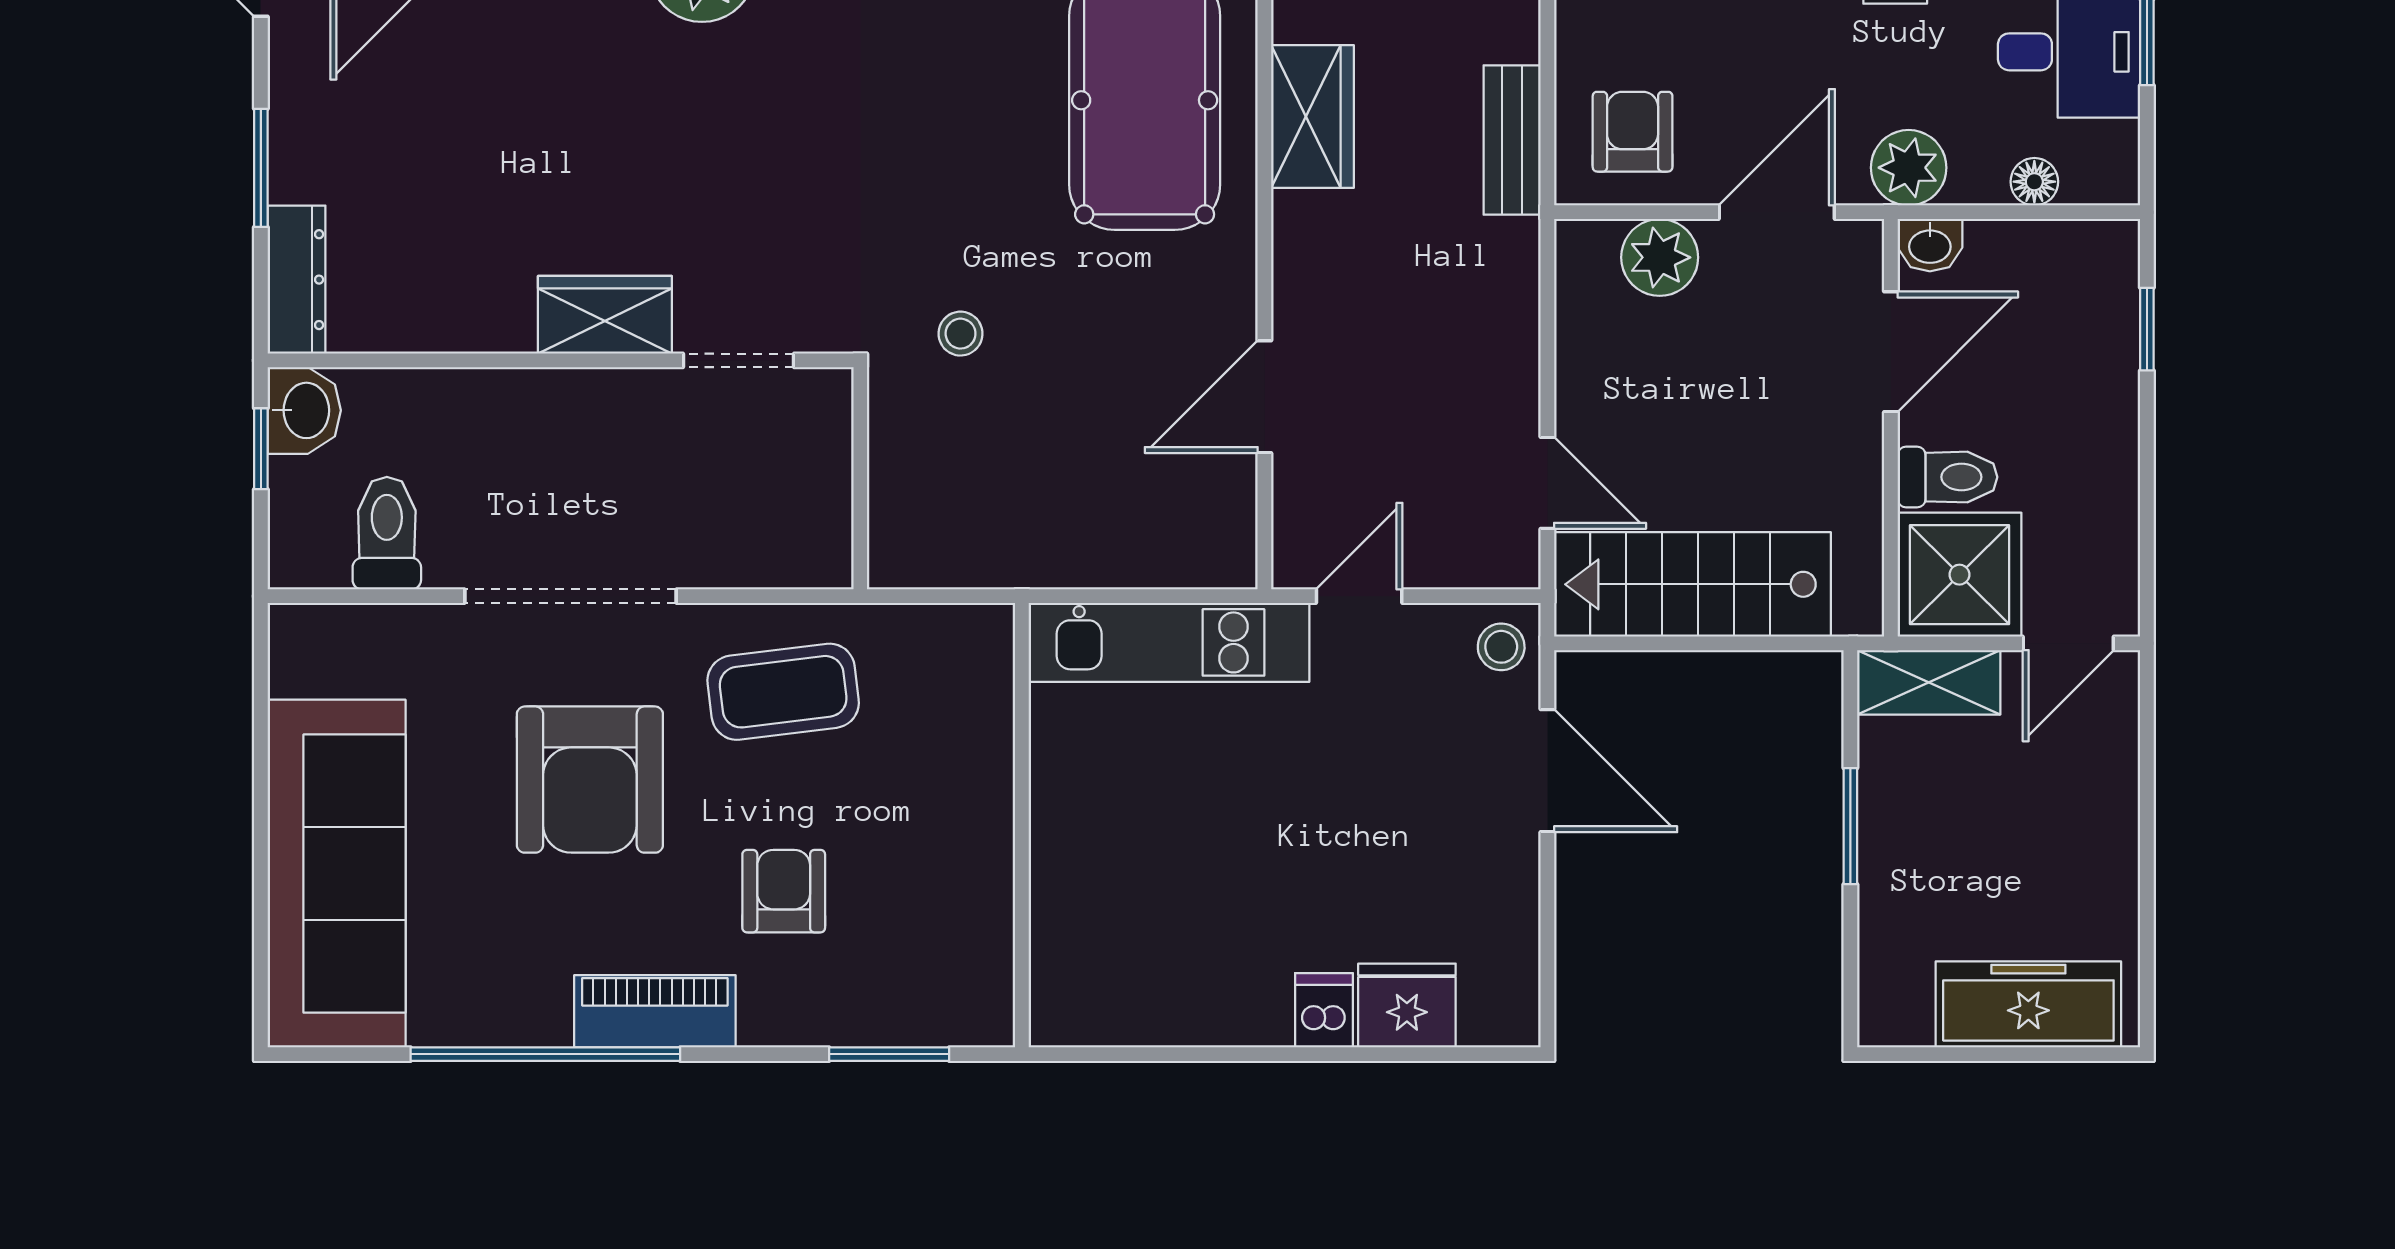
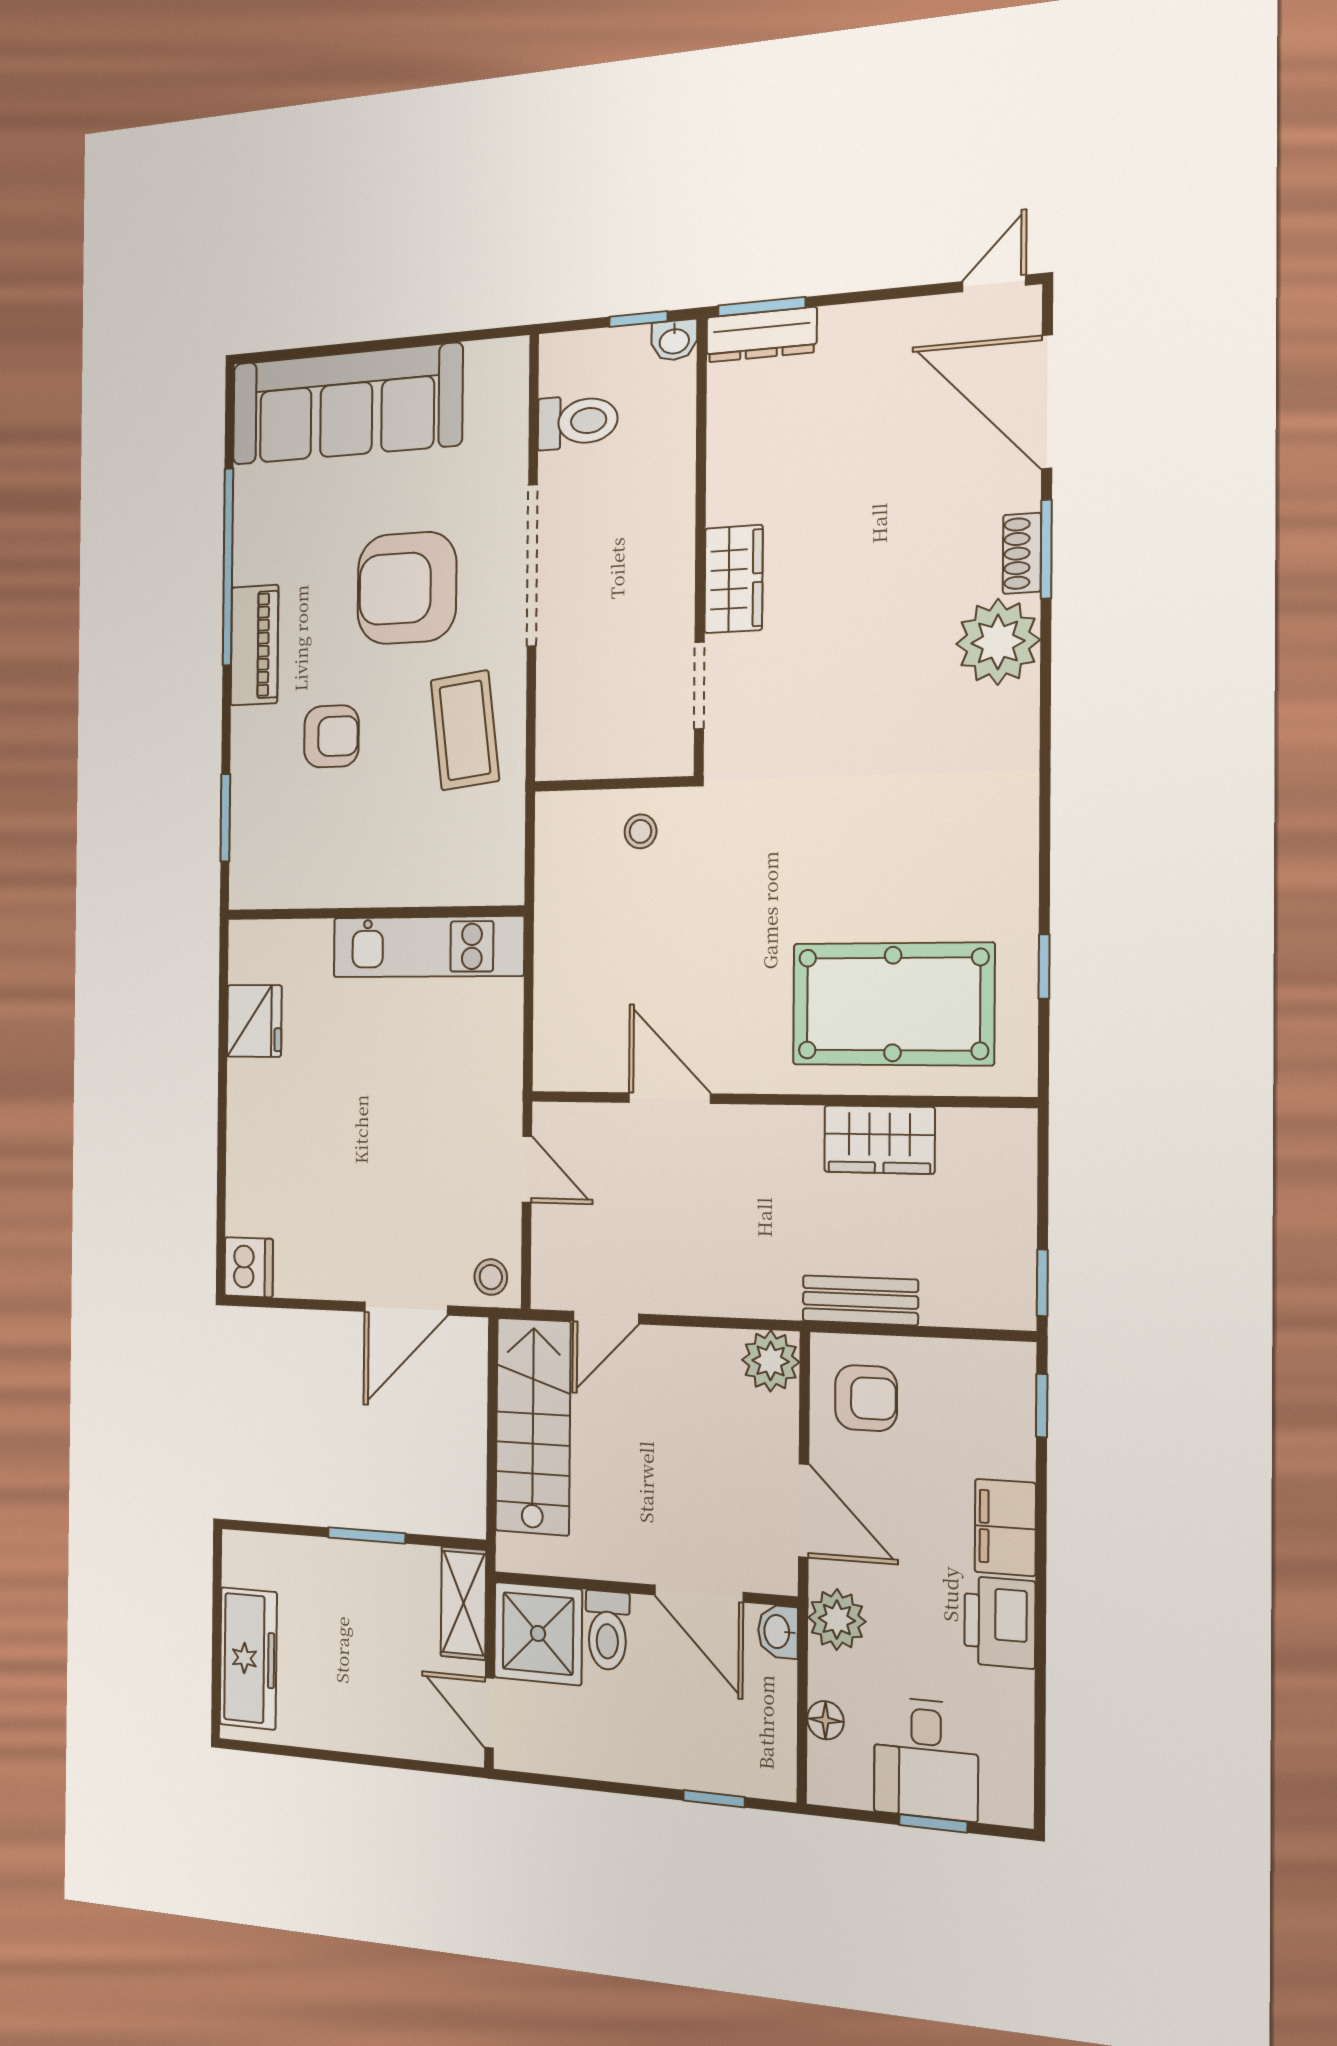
window: (261, 168) -> (762, 307), moved
plant: (1660, 257) -> (771, 1361), moved
stool: (961, 334) -> (640, 831), moved
washbasin: (304, 410) -> (674, 340), width x0.72, depth x0.69
kitchen unit: (1169, 642) -> (428, 947), moved, turned -90
fridge: (1407, 1005) -> (254, 1021), moved
dishwasher: (1324, 1010) -> (249, 1267), moved, width x1.38

